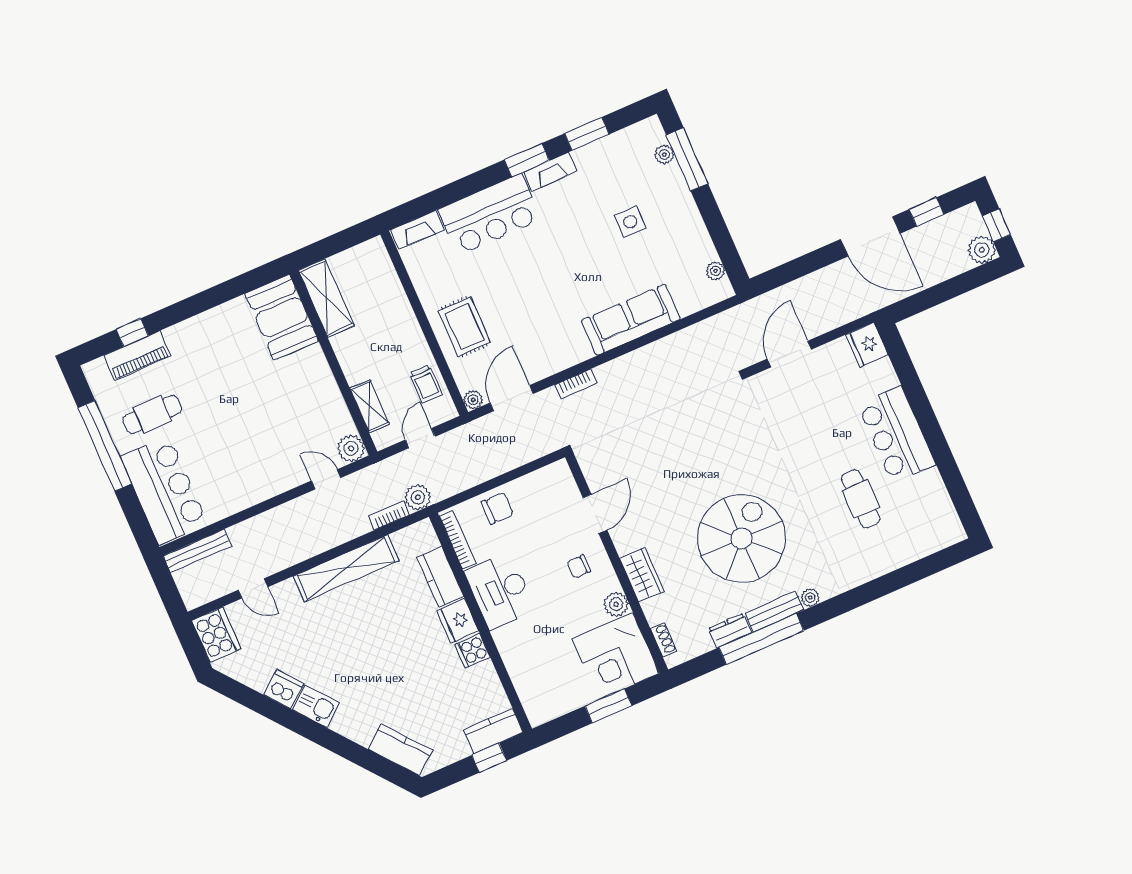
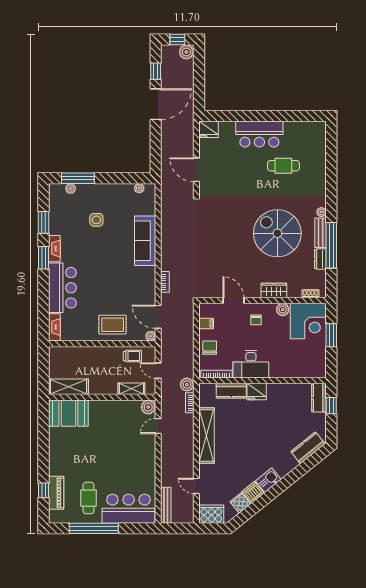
filing cabinet: (536, 485) -> (206, 323), added
door: (253, 588) -> (196, 486), swing flipped
cooker: (472, 651) -> (240, 503), moved, turned 141

